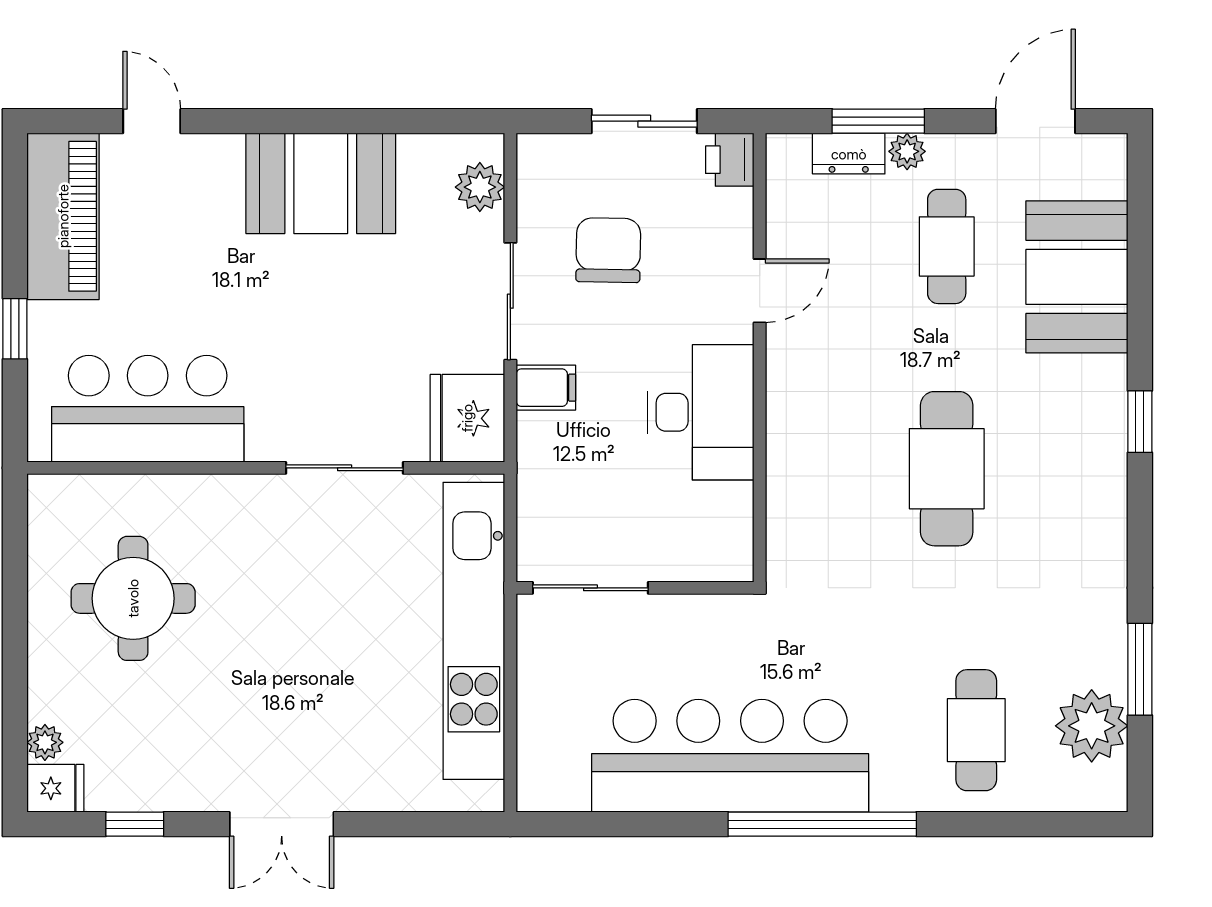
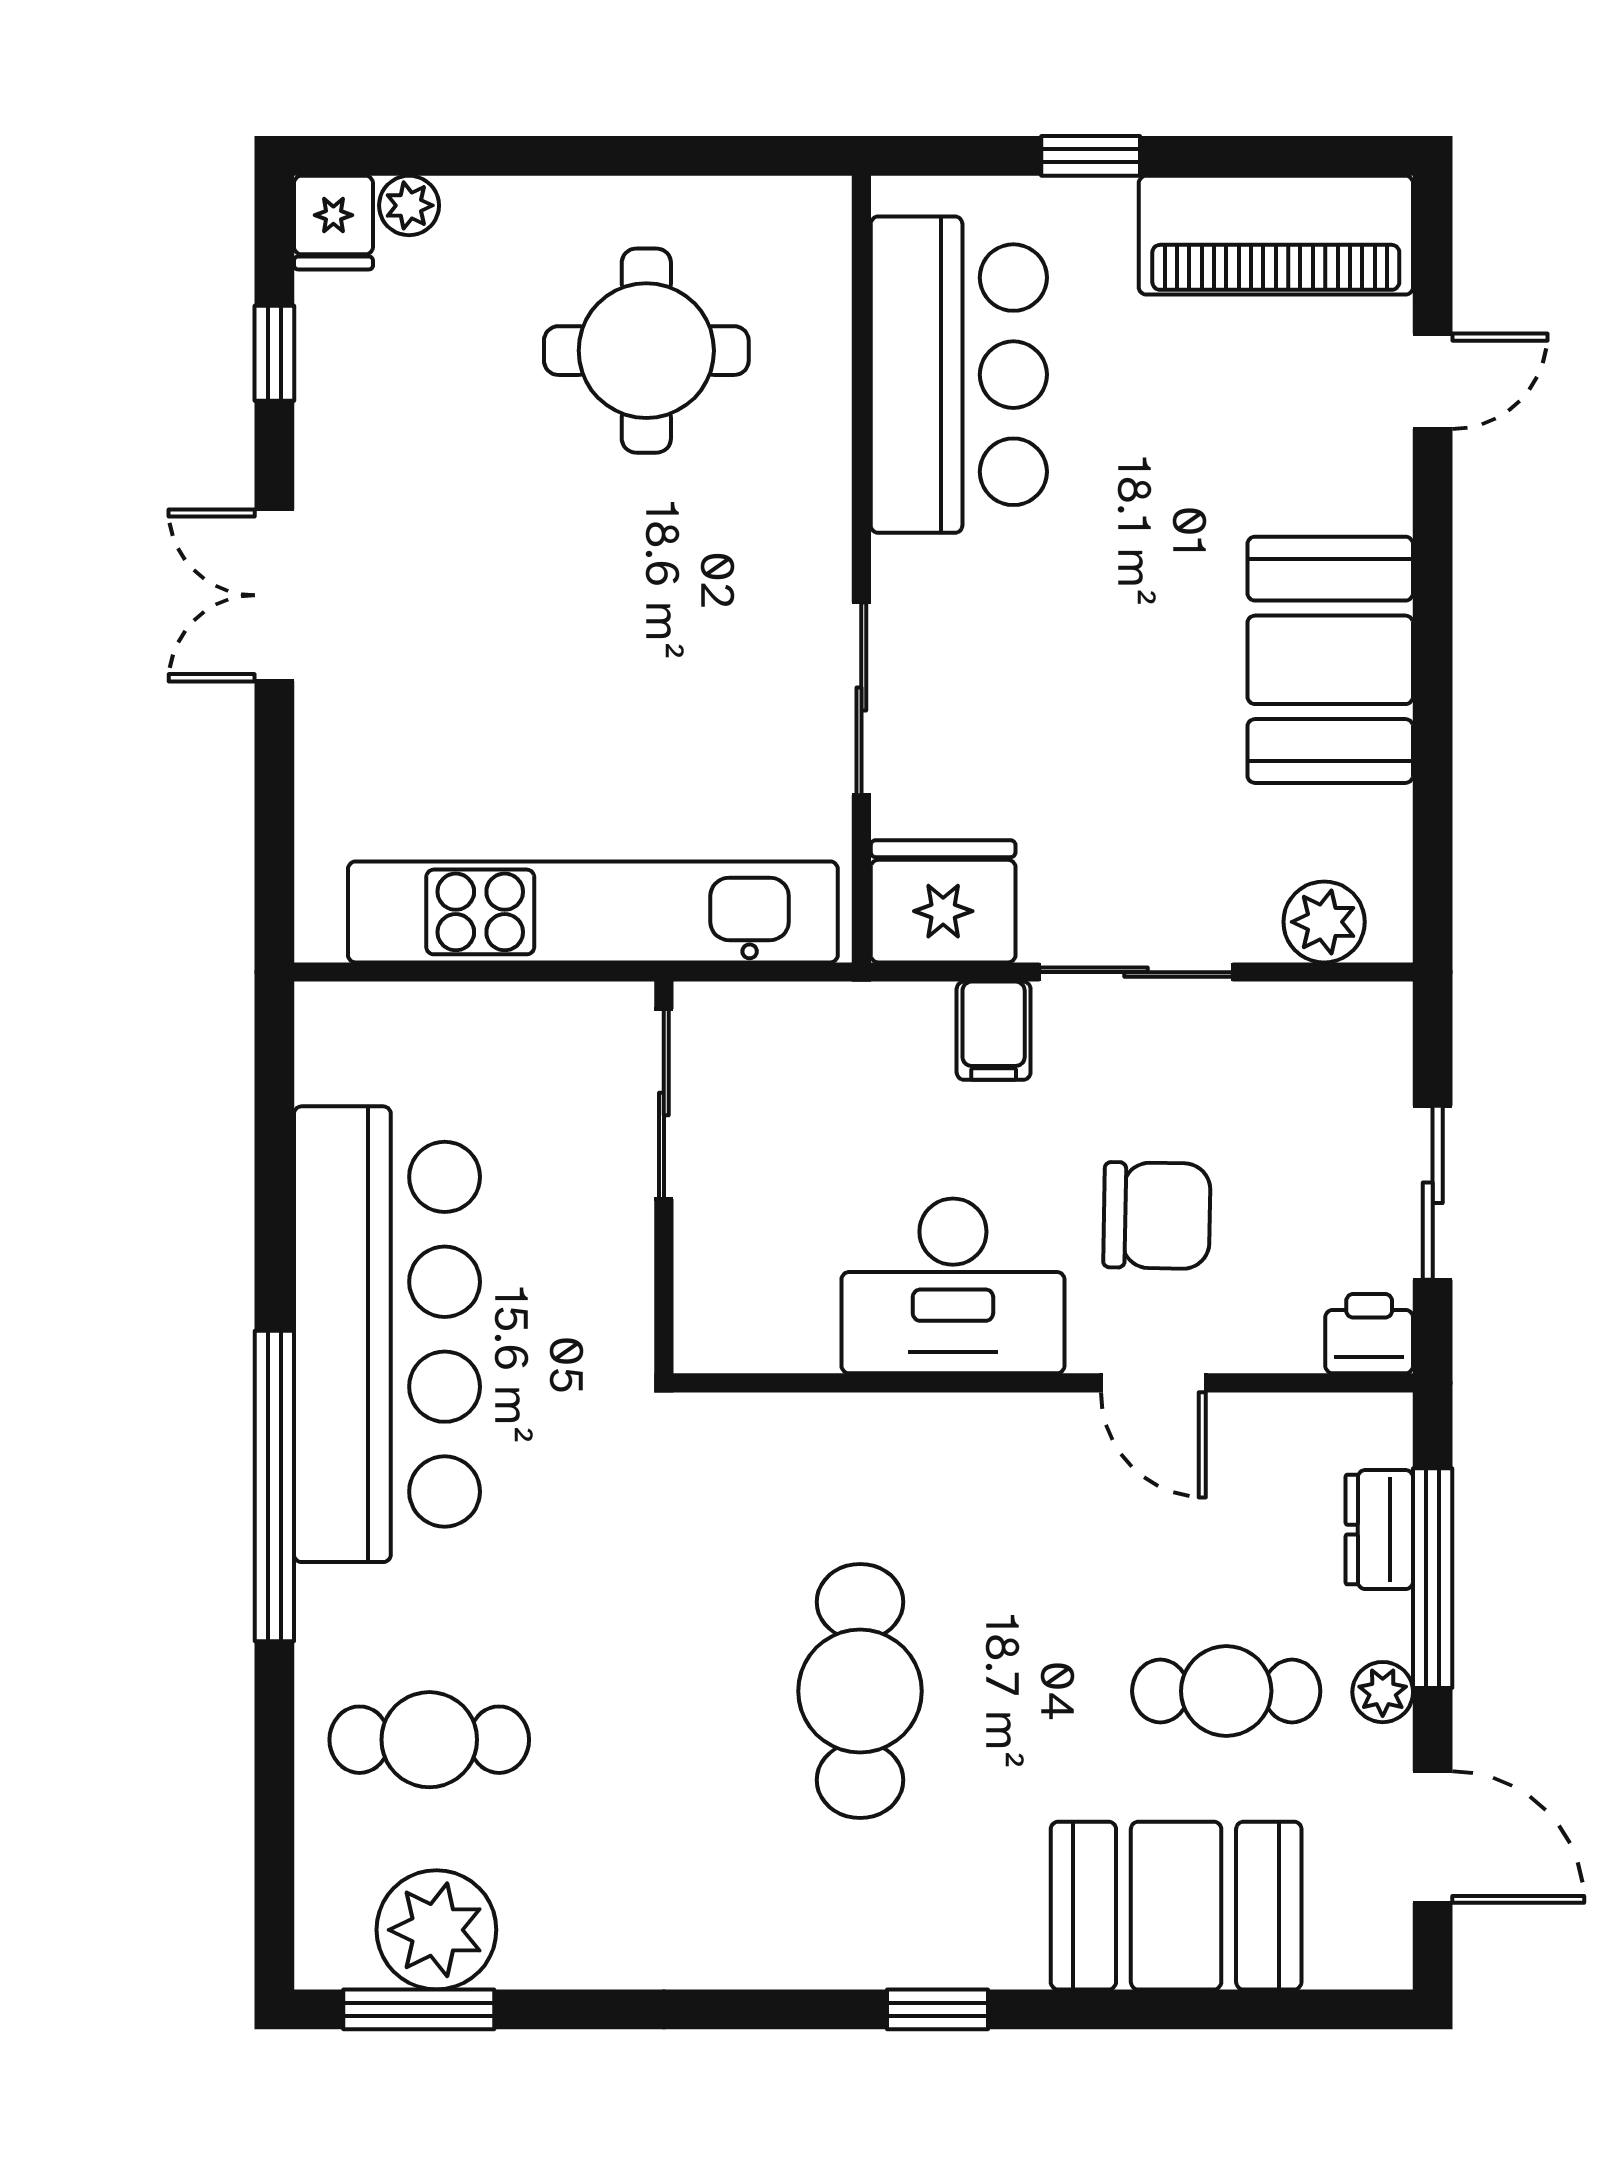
window: (878, 121) -> (1433, 1578), width x1.44
plant: (907, 151) -> (1383, 1692), moved
chair: (608, 250) -> (1157, 1216), moved
cafe table: (947, 469) -> (860, 1691), turned 90
window: (1140, 669) -> (419, 2009), moved

